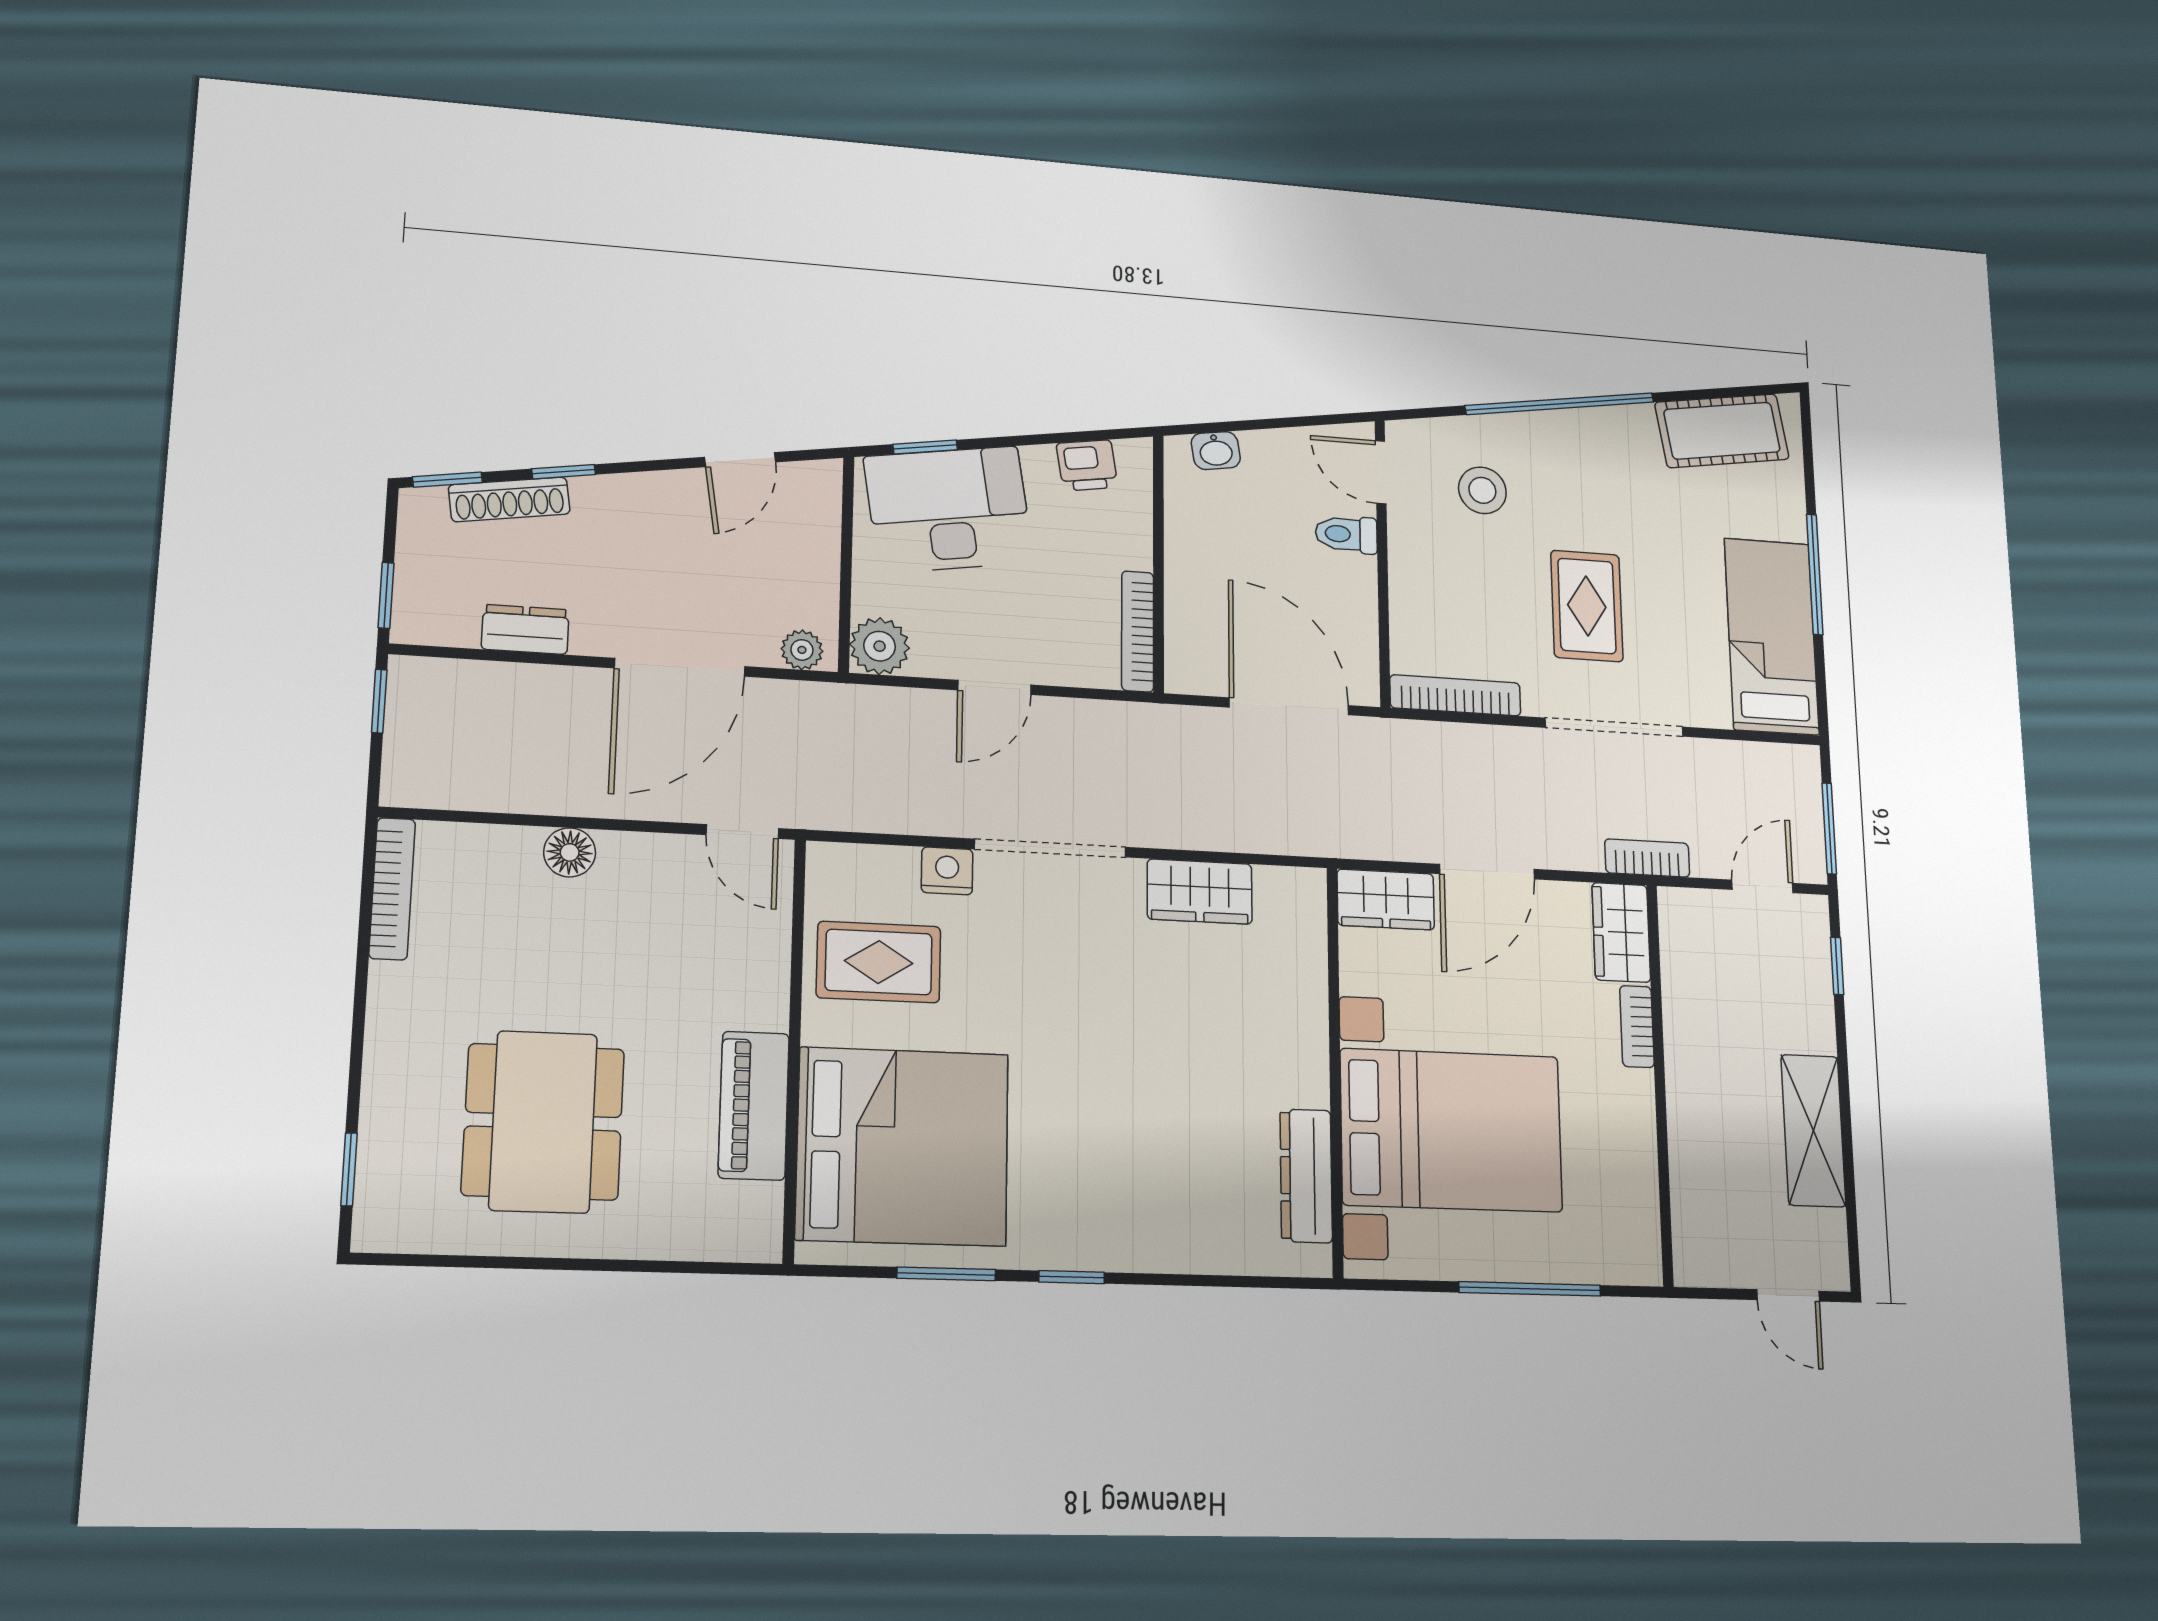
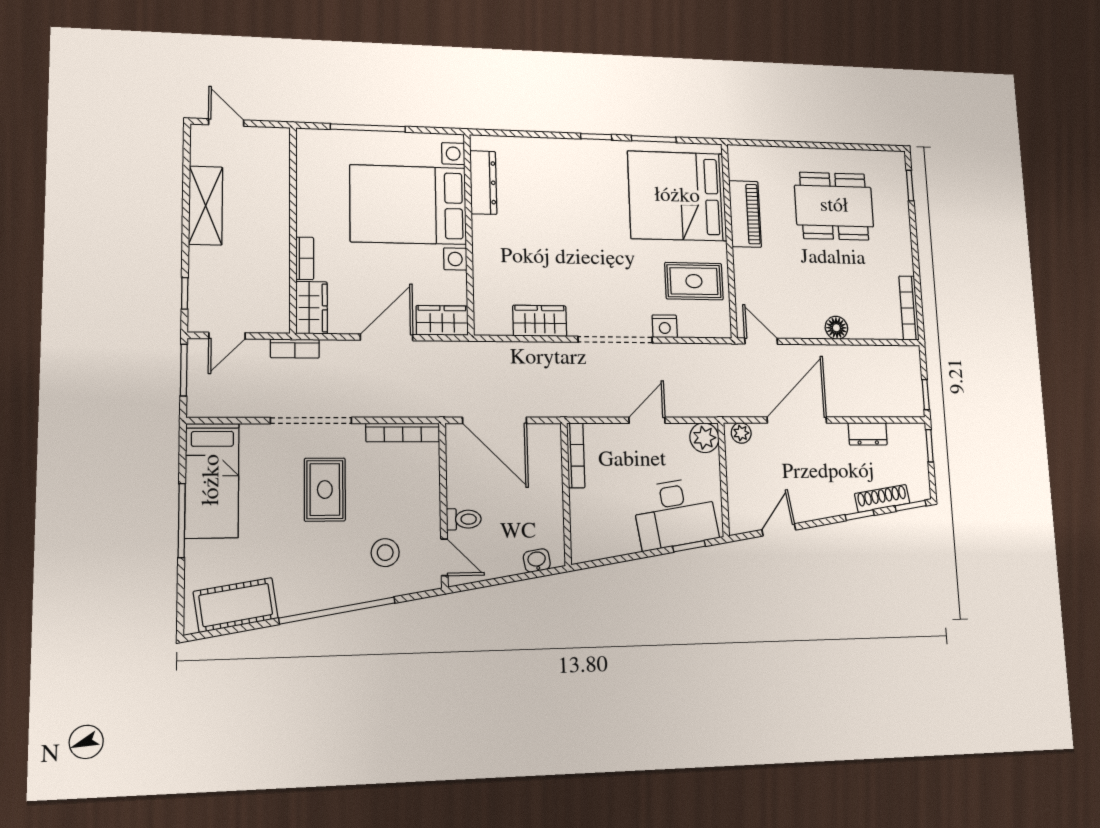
printer: (1087, 465) -> (606, 545), removed
dining table: (543, 1122) -> (834, 206), turned 90

